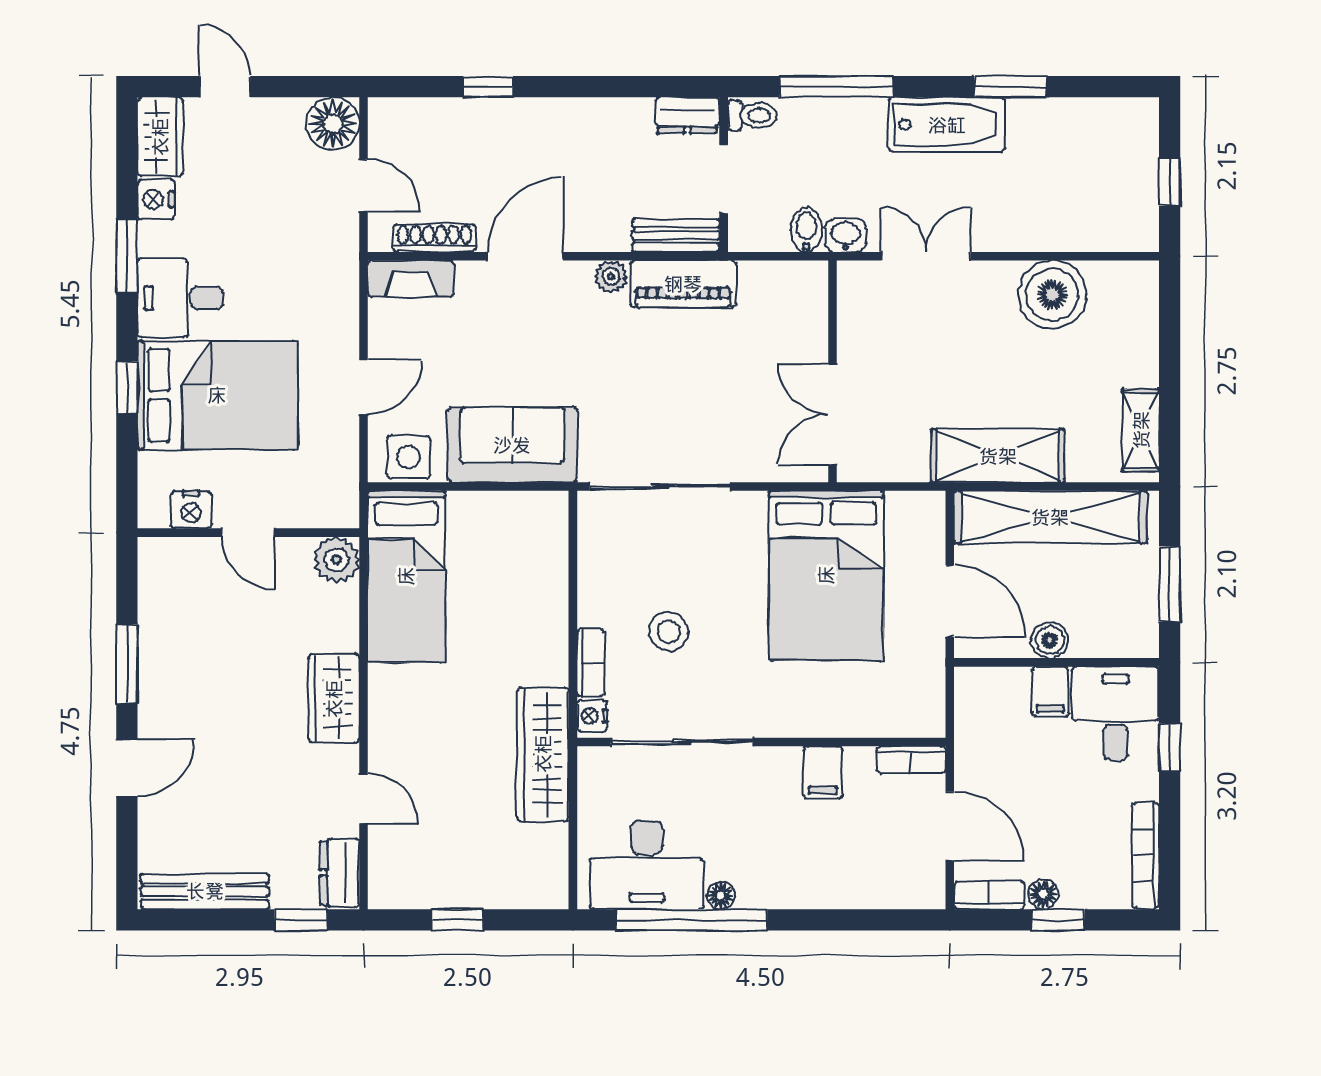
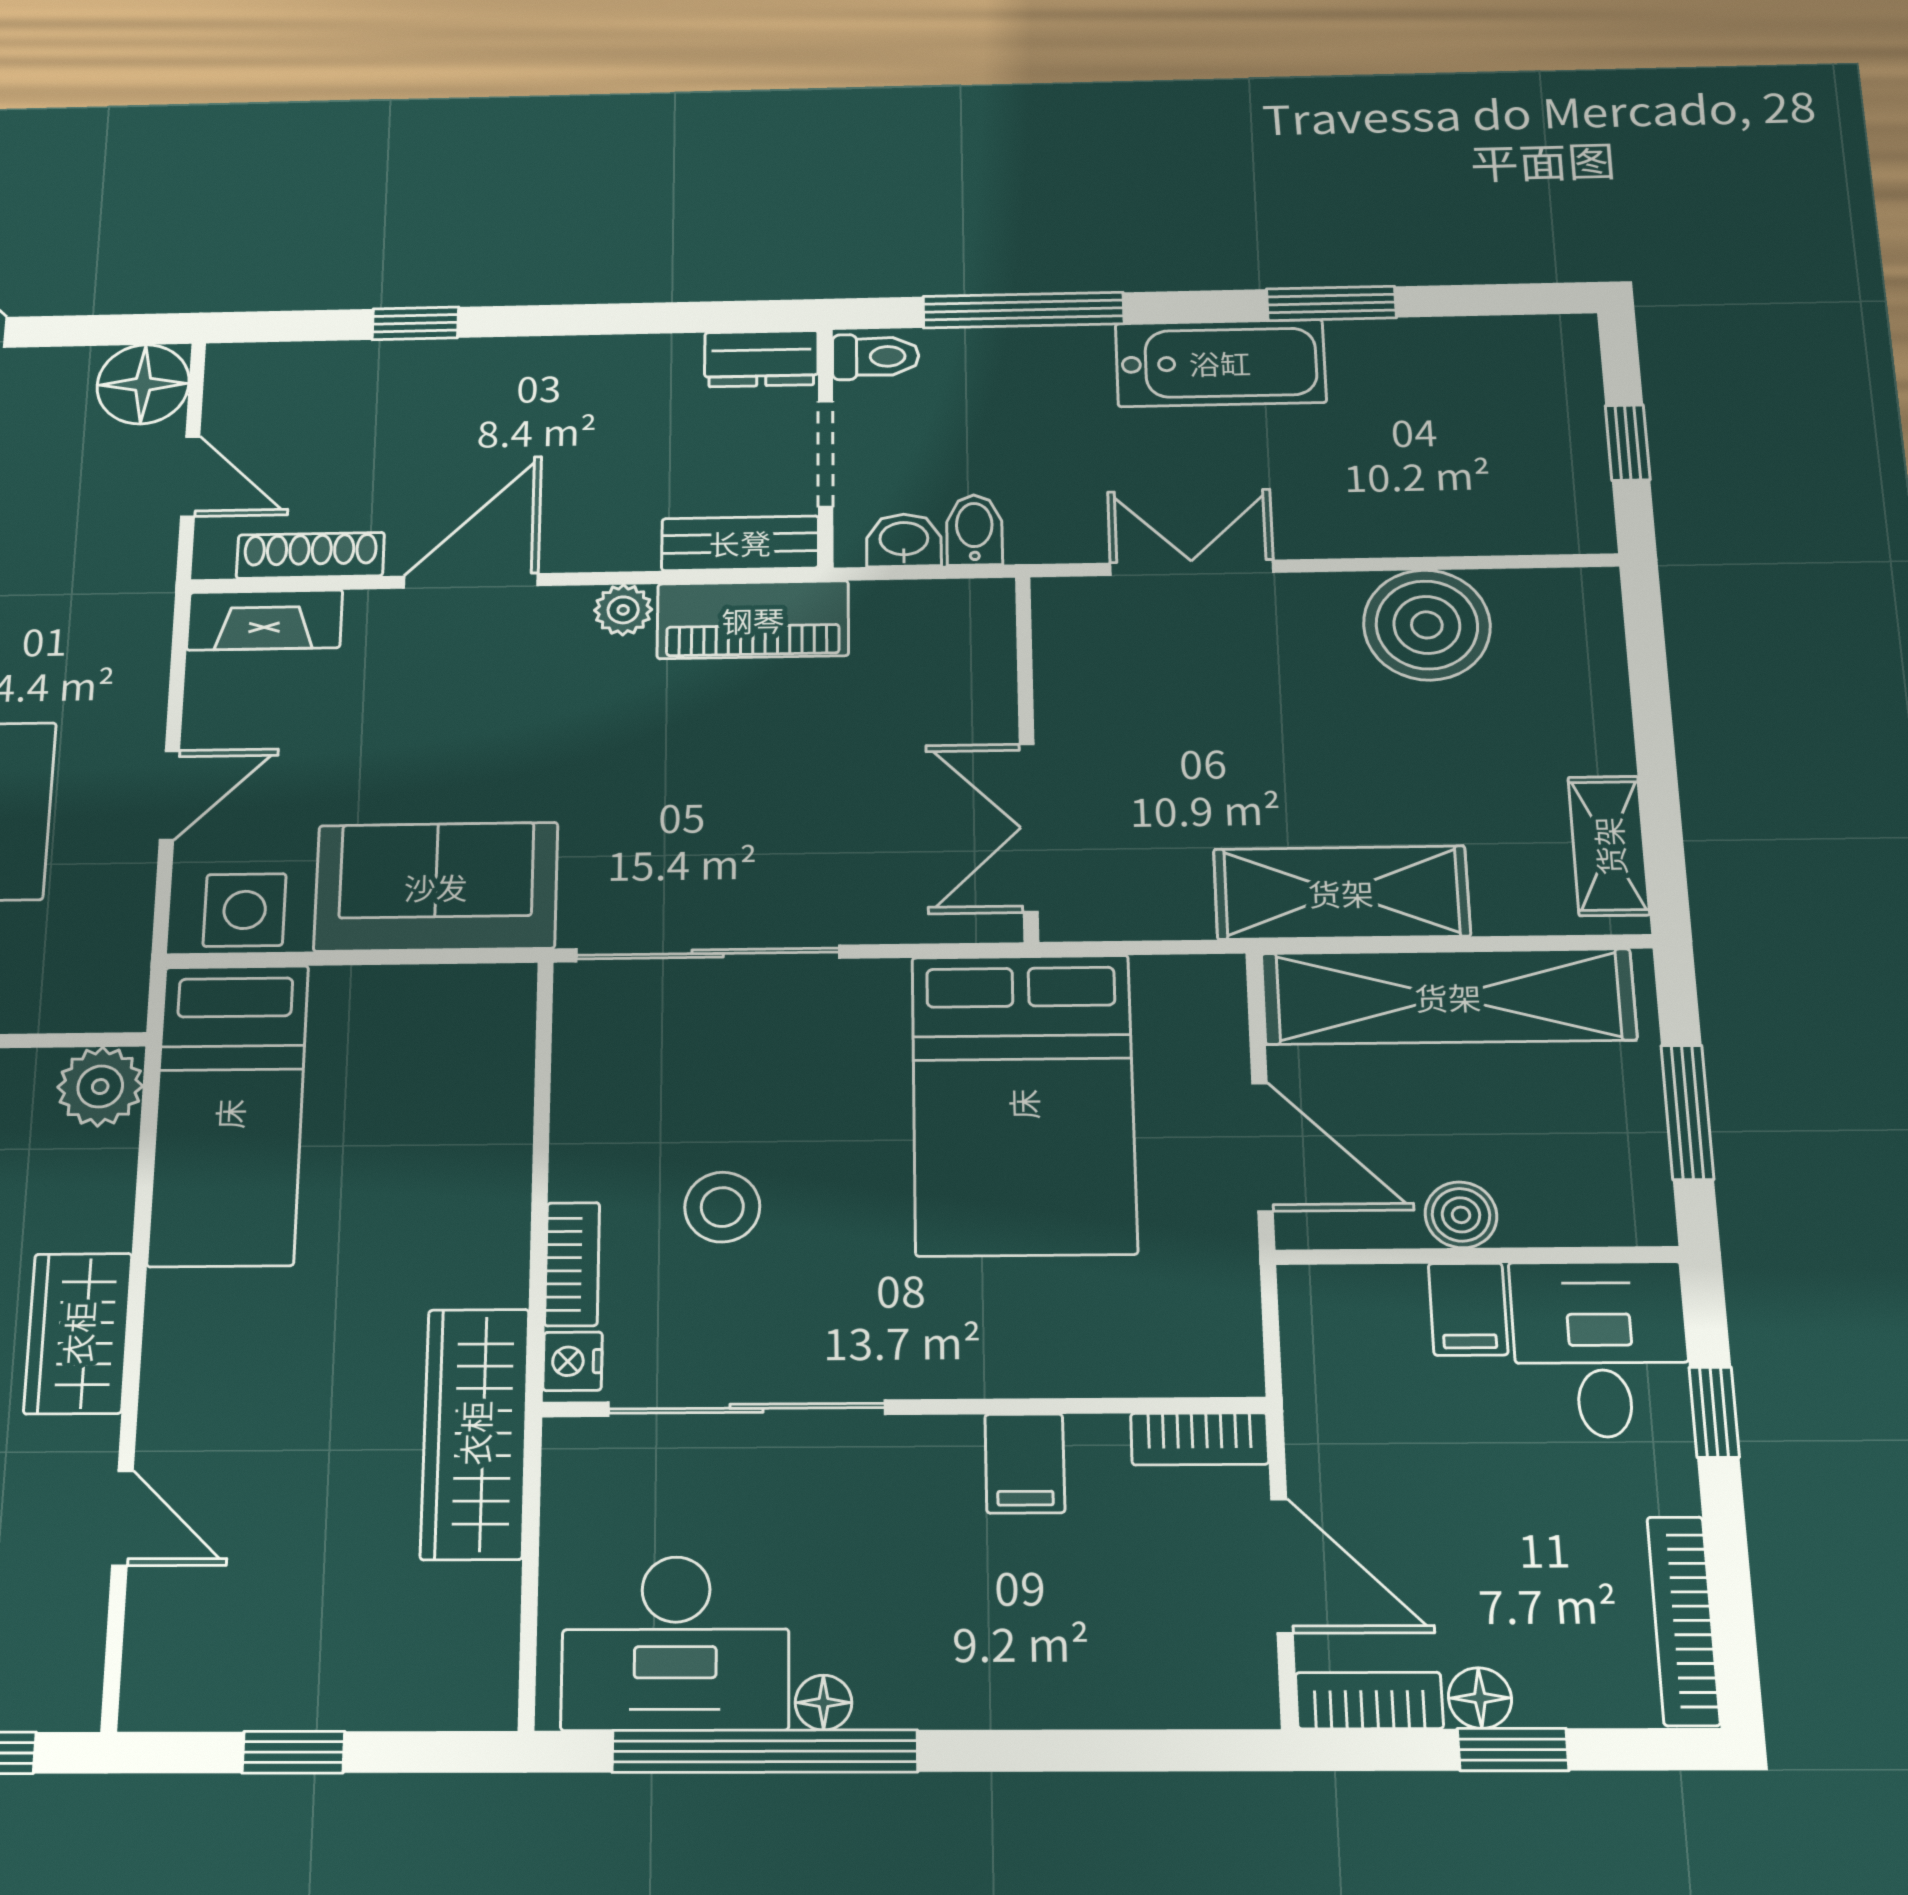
washbasin: (846, 235) -> (904, 540), moved
dresser: (340, 873) -> (67, 1661), removed

